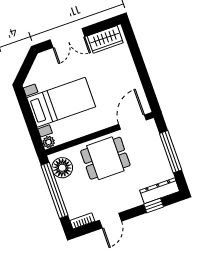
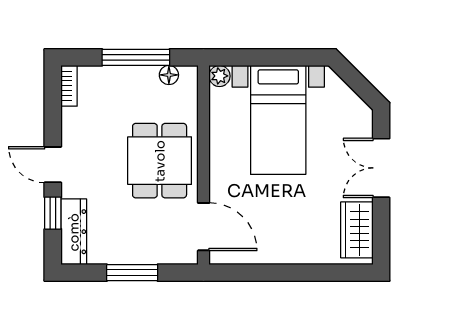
window: (171, 152) -> (132, 273), width x0.69
floor lamp: (62, 168) -> (169, 75), width x0.53, depth x0.53
window: (54, 190) -> (136, 57), width x0.68
door: (110, 221) -> (53, 165), moved

